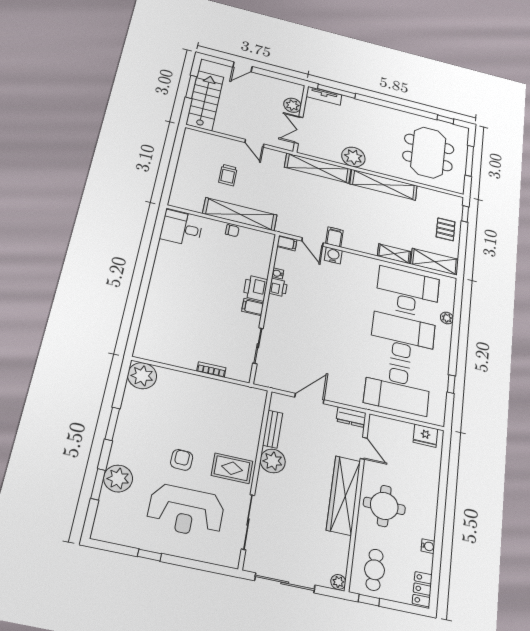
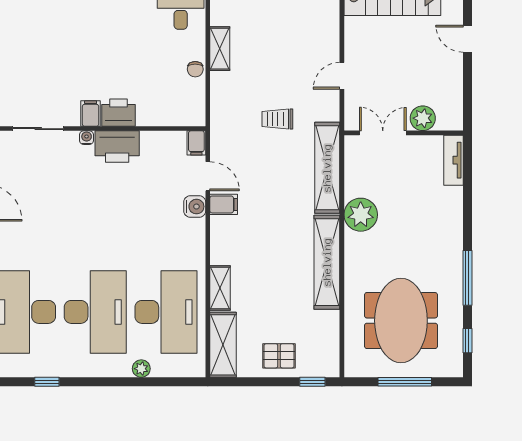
window: (337, 91) -> (467, 278), moved
meeting table: (428, 152) -> (401, 321), turned 90
trolley: (228, 175) -> (277, 119), moved
shelving: (240, 214) -> (220, 49), width x0.45, depth x0.75
door: (312, 242) -> (208, 176), swing flipped
water cooler: (278, 273) -> (87, 138), moved
printer: (278, 287) -> (117, 146), width x1.87, depth x1.48

